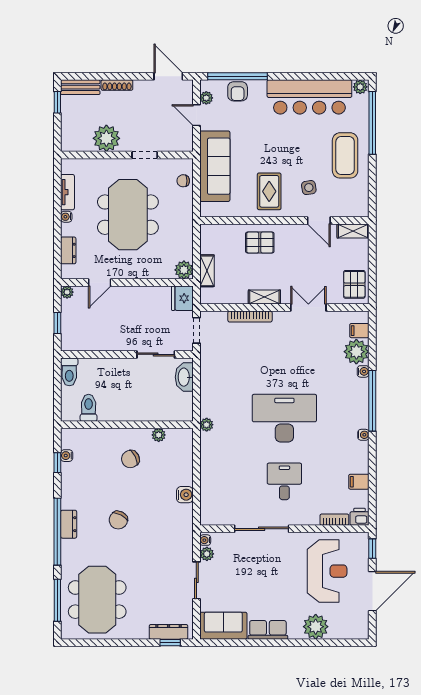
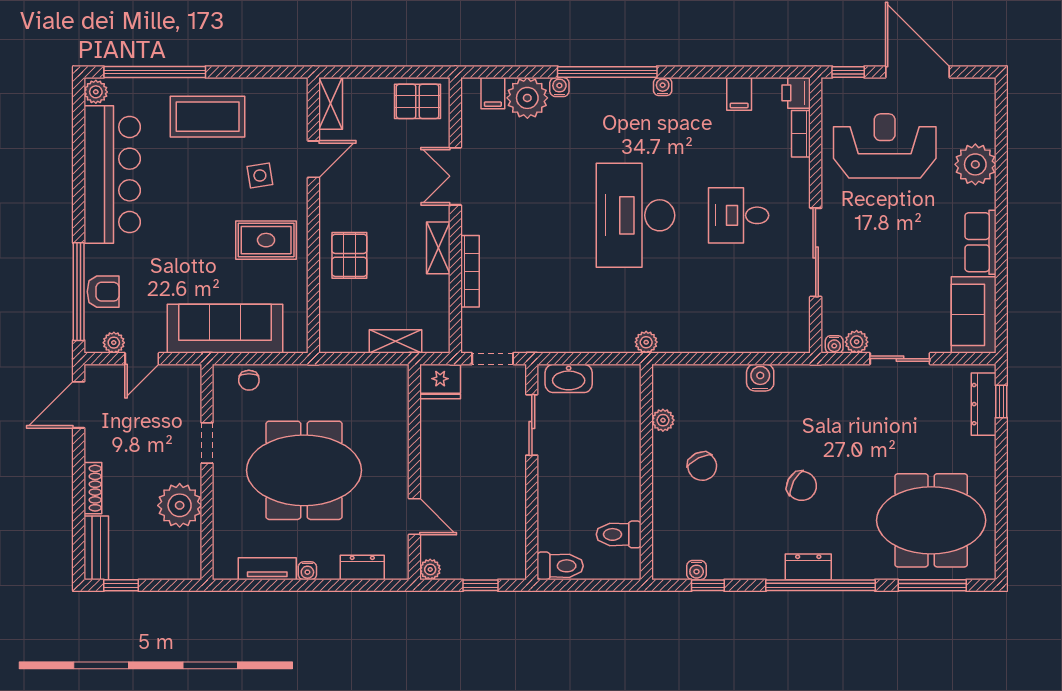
plant: (184, 270) -> (394, 379), removed

